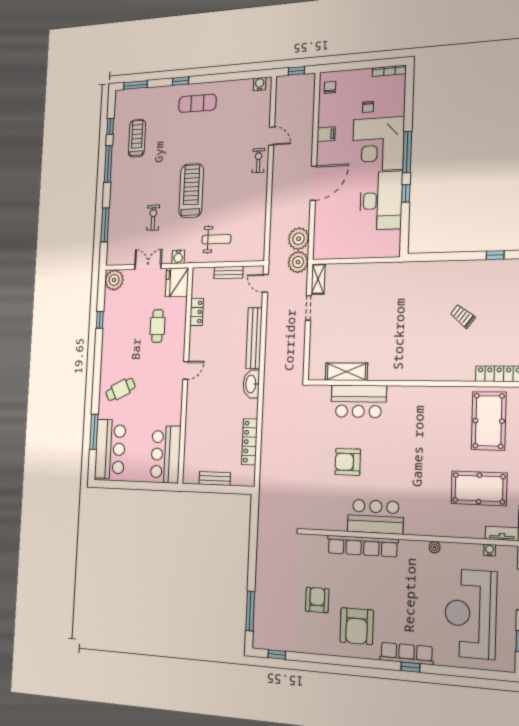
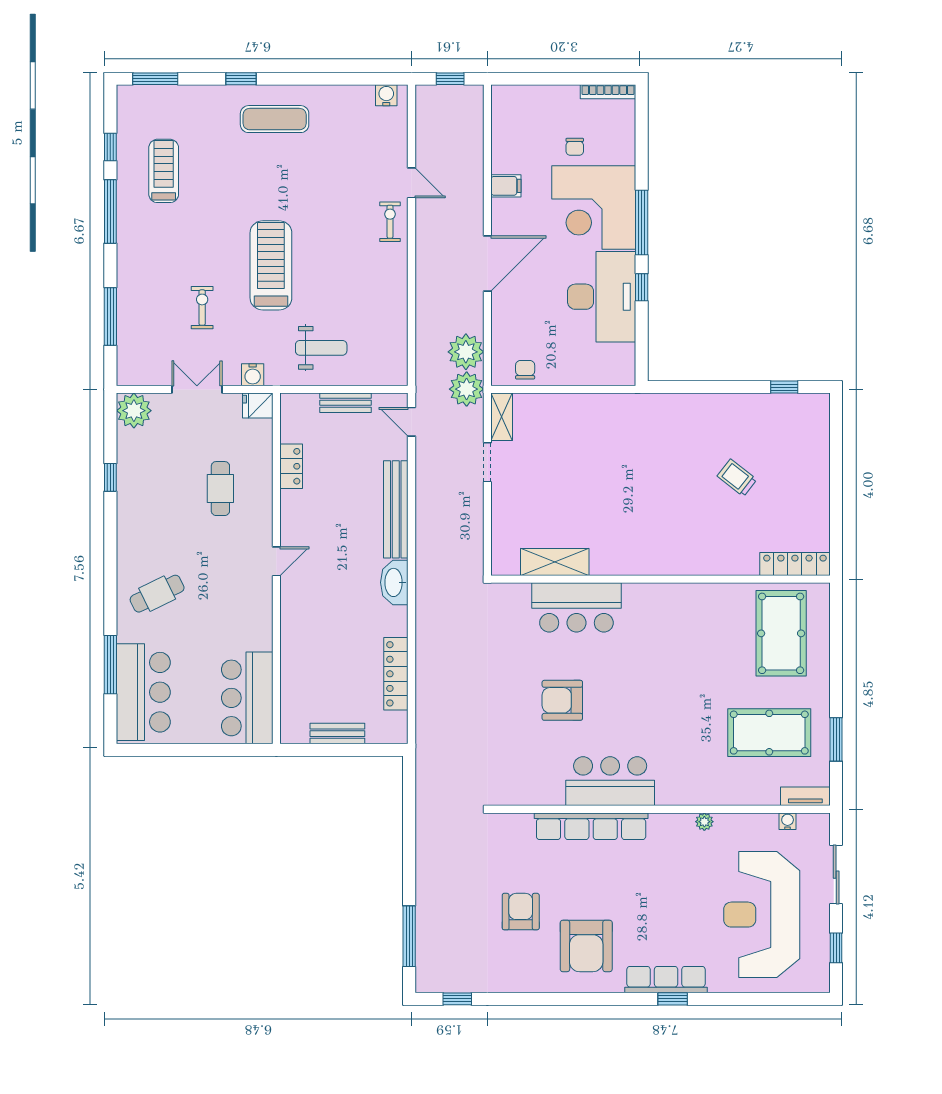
chair: (330, 87) -> (525, 370), moved
fridge: (177, 282) -> (258, 406), width x0.53, depth x0.75

